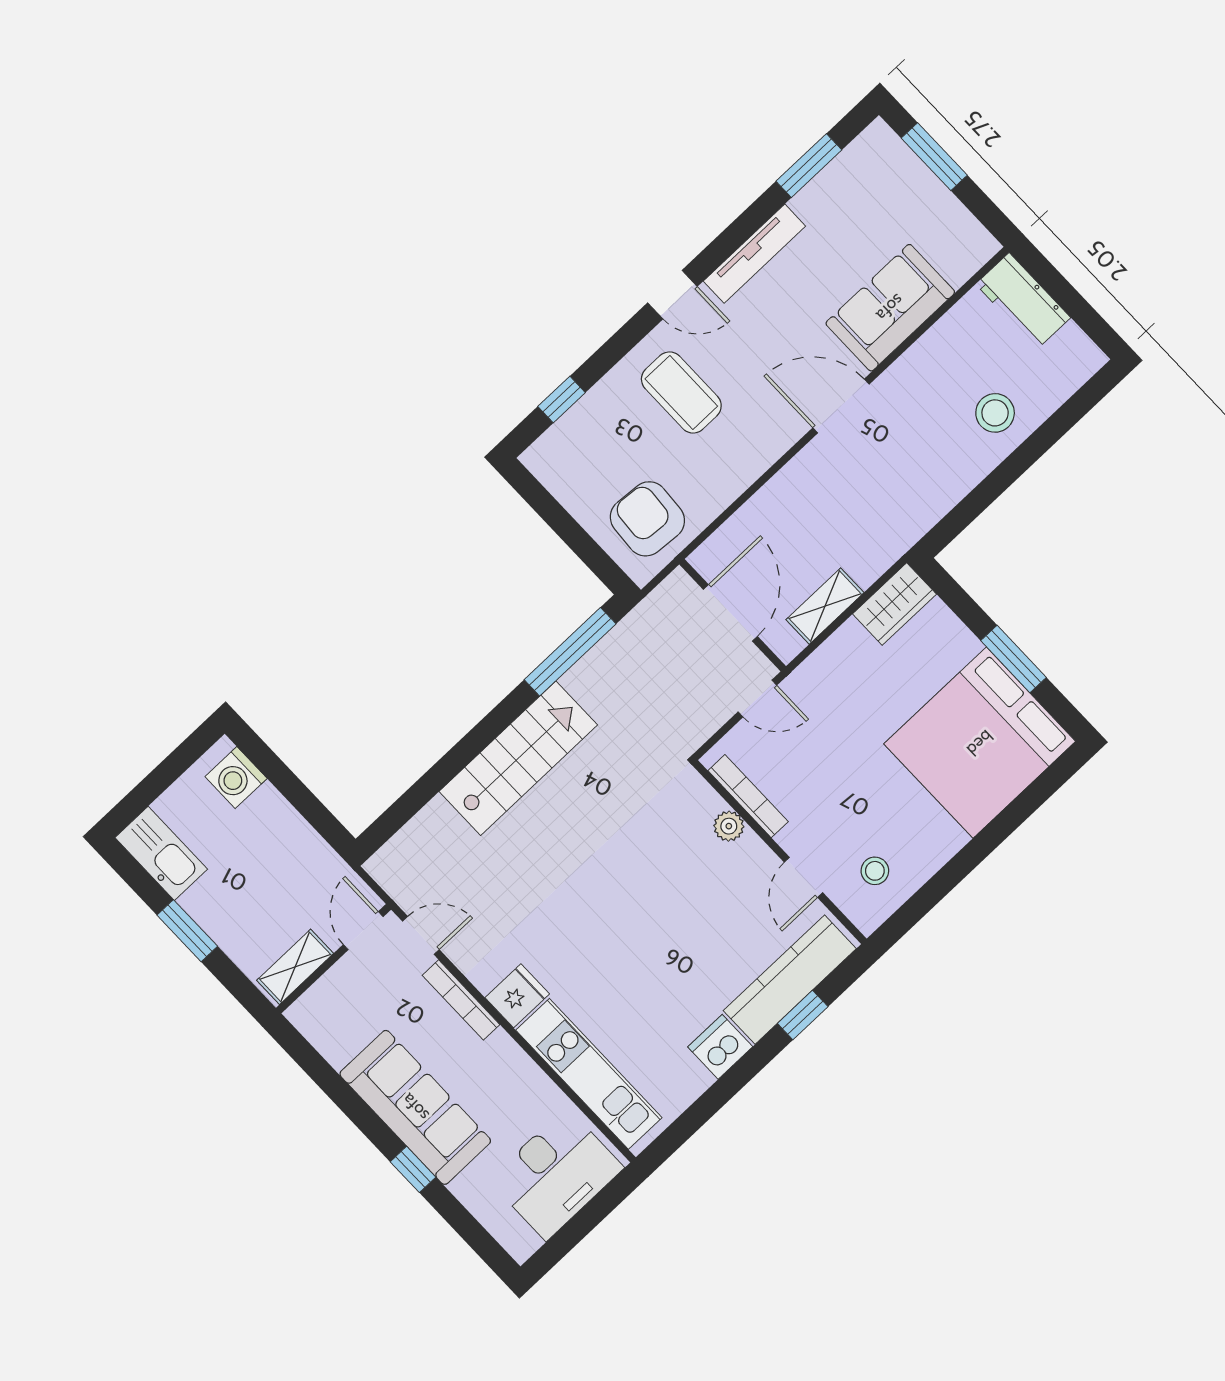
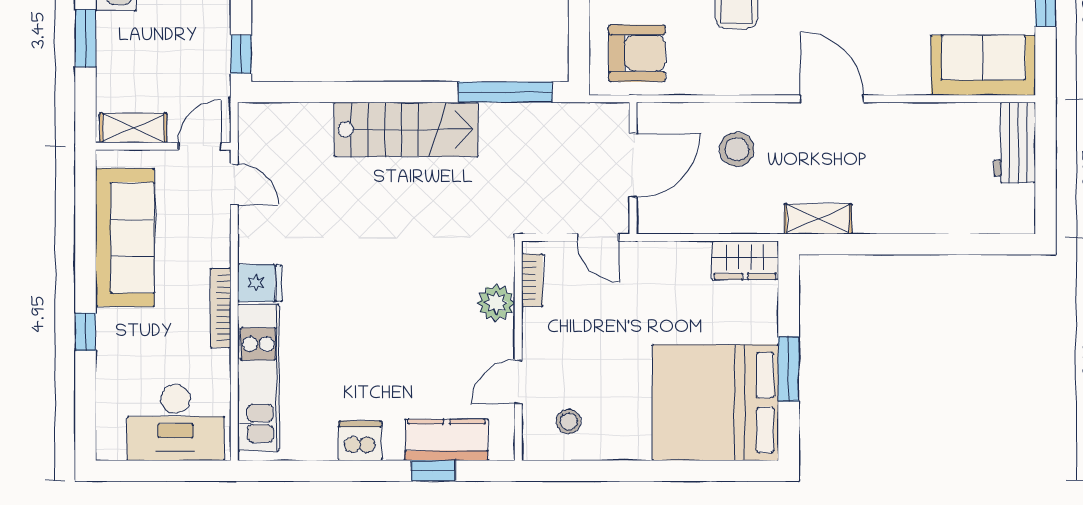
sofa: (890, 308) -> (983, 65), moved
stool: (995, 413) -> (737, 149), moved
armchair: (647, 519) -> (637, 53), turned 86
shelving: (825, 606) -> (818, 219), moved
bookcase: (748, 796) -> (532, 280), width x0.64
window: (326, 824) -> (241, 54), added
plant: (729, 826) -> (496, 303), width x1.38, depth x1.38
kitchen counter: (790, 980) -> (447, 440), width x0.67
bookcase: (461, 1000) -> (221, 308), moved
sofa: (415, 1107) -> (125, 238), moved

